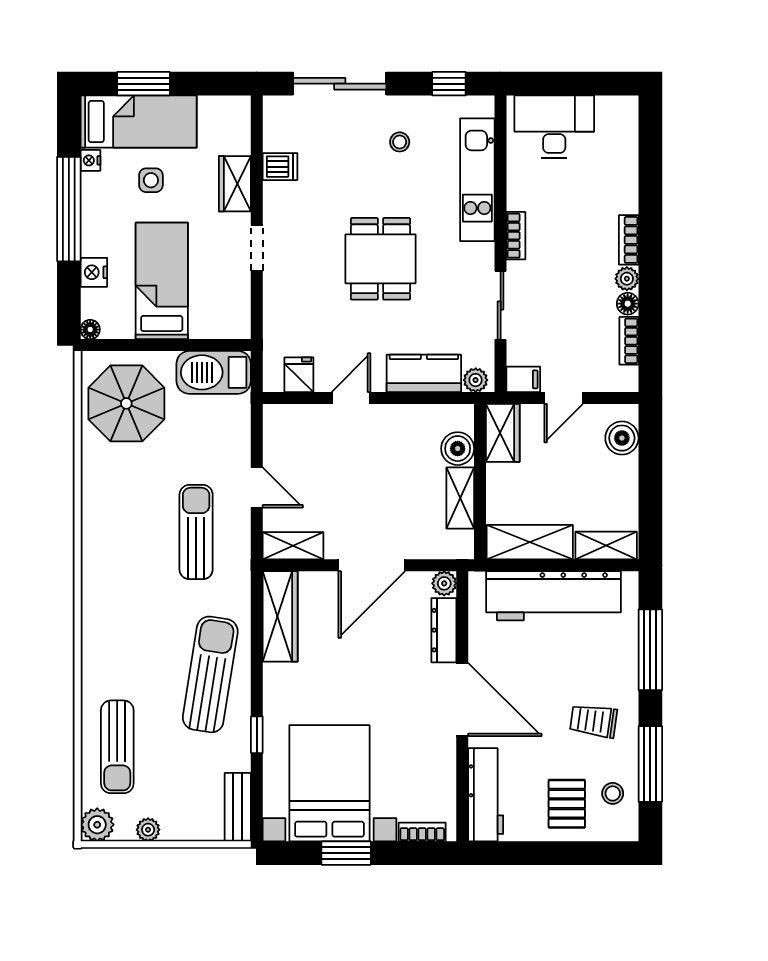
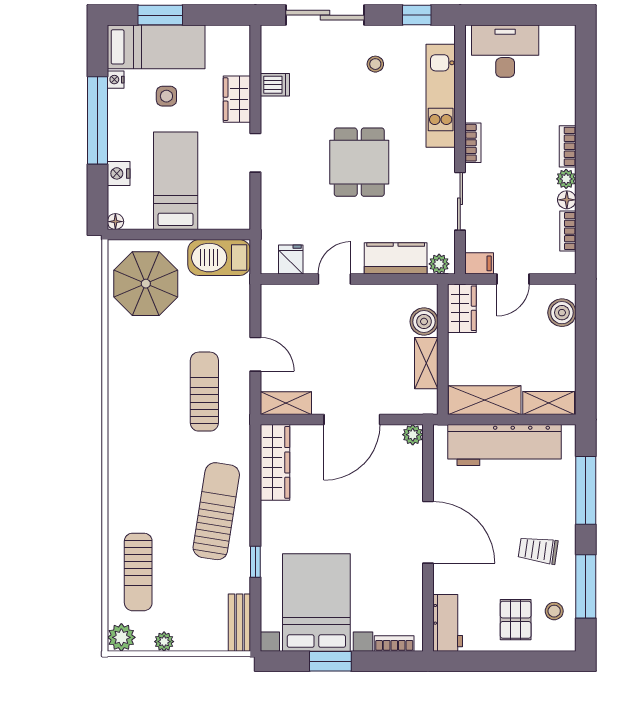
dresser: (444, 630) -> (412, 474), removed
workbench: (486, 795) -> (448, 623), width x0.73

